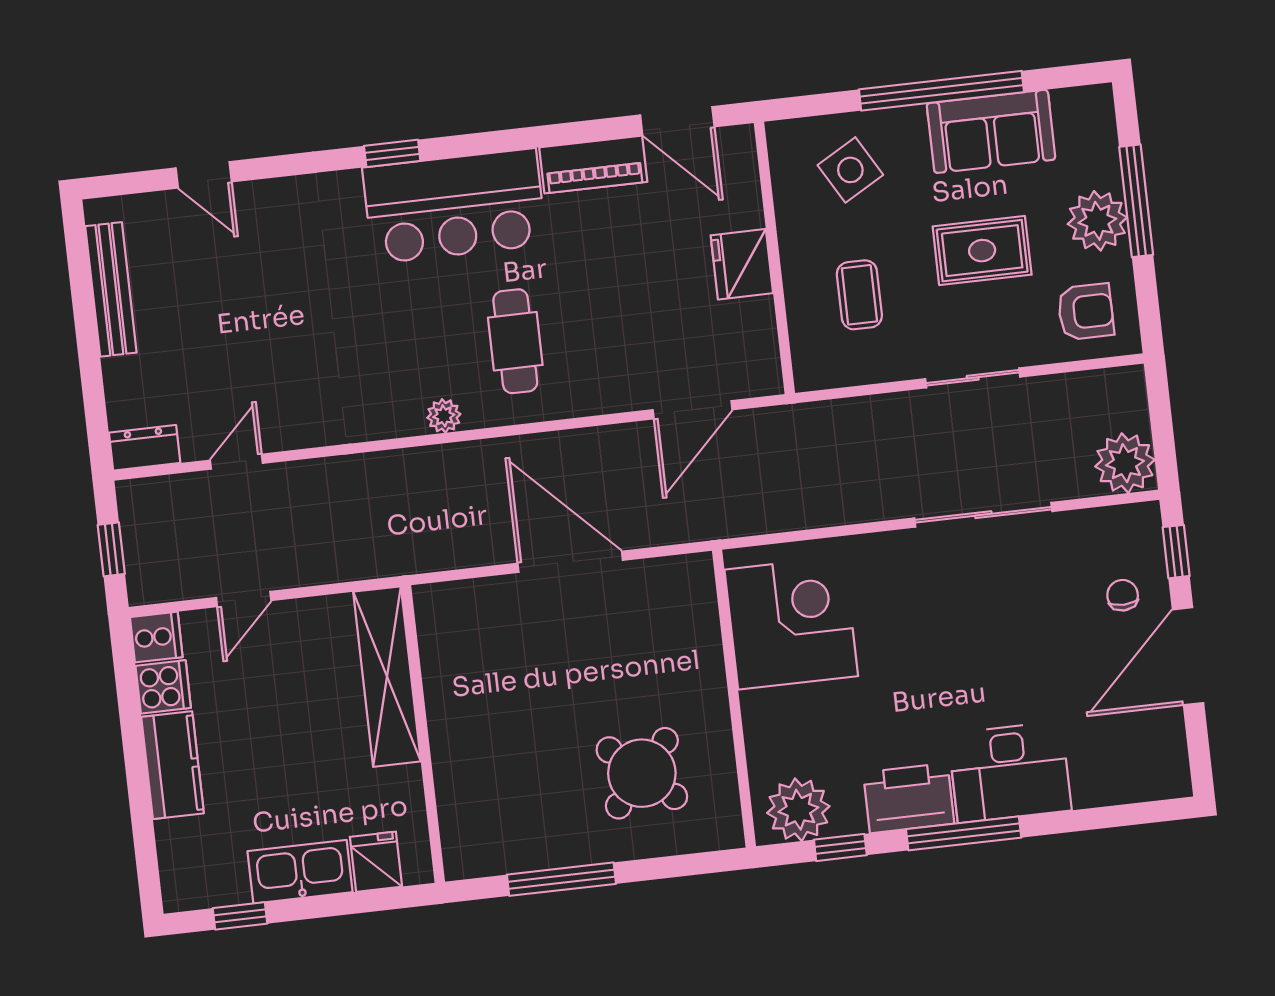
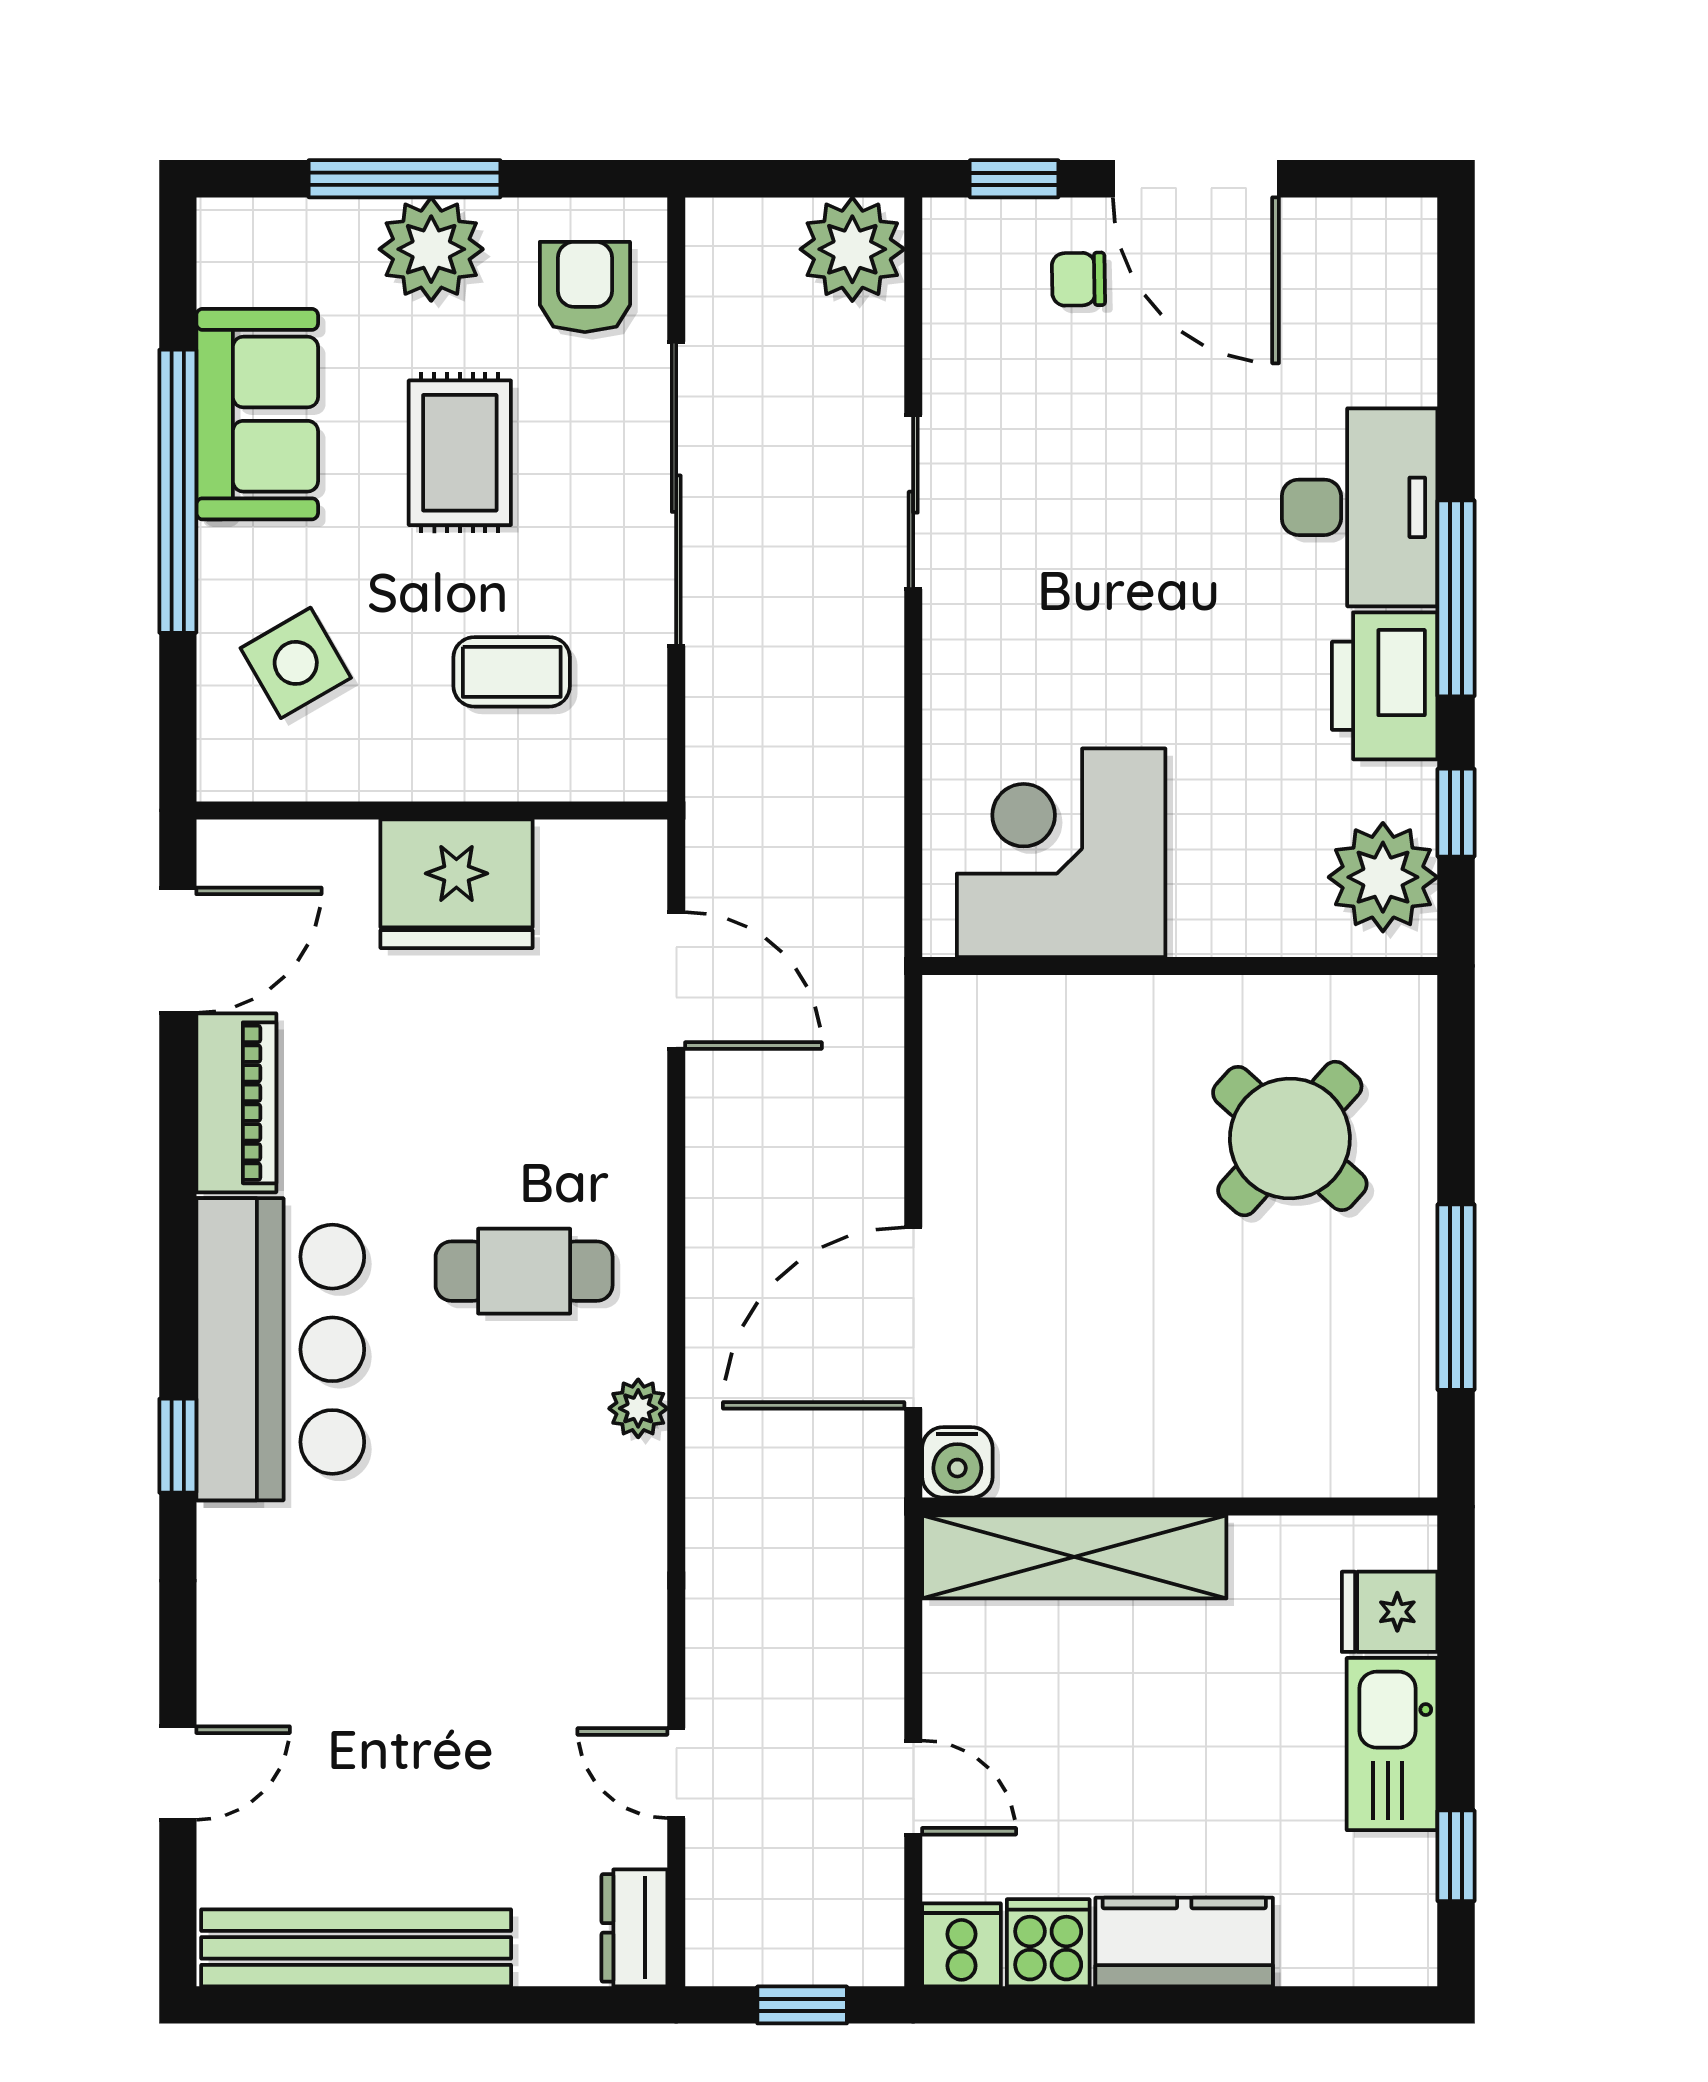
fridge: (742, 264) -> (456, 884), width x1.36, depth x1.34
bench: (111, 289) -> (356, 1948), width x1.37, depth x1.21
sliding door: (973, 378) -> (676, 494), width x1.86
sliding door: (983, 515) -> (913, 502), width x0.73
door: (570, 562) -> (913, 1318), moved
water cooler: (434, 603) -> (957, 1462), added

